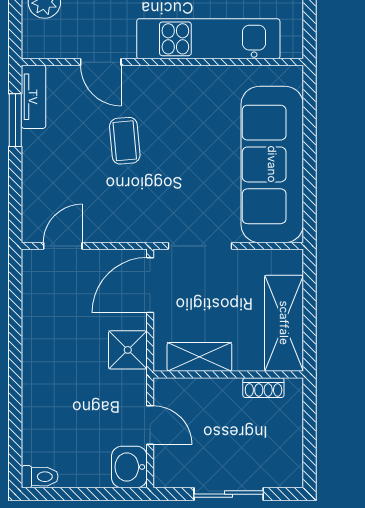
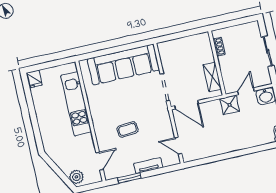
door: (101, 62) -> (100, 161), moved
tv unit: (33, 97) -> (148, 166), moved
shelving: (284, 323) -> (190, 44), removed
shower: (128, 350) -> (230, 105), moved

